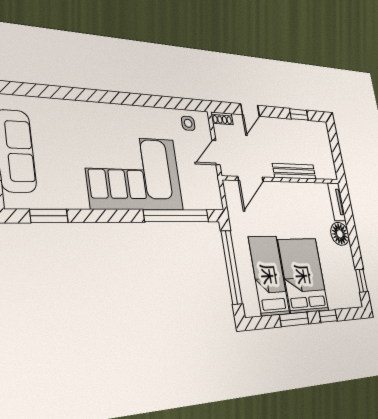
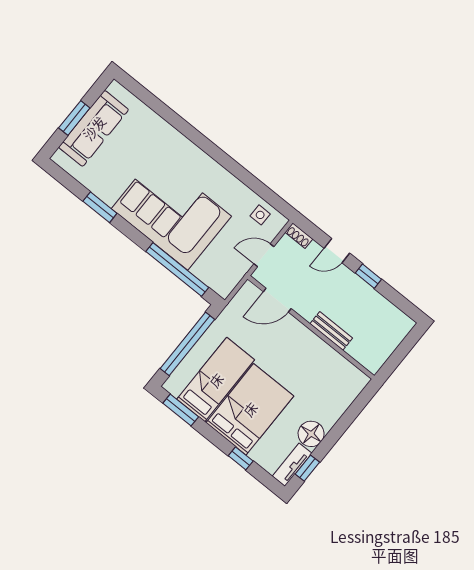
window: (299, 114) -> (368, 276), moved
bench: (294, 171) -> (331, 331), width x0.73
tv unit: (337, 202) -> (292, 465), moved
window: (49, 216) -> (100, 207), moved
floor lamp: (340, 234) -> (311, 434), moved
window: (294, 319) -> (181, 410), moved

